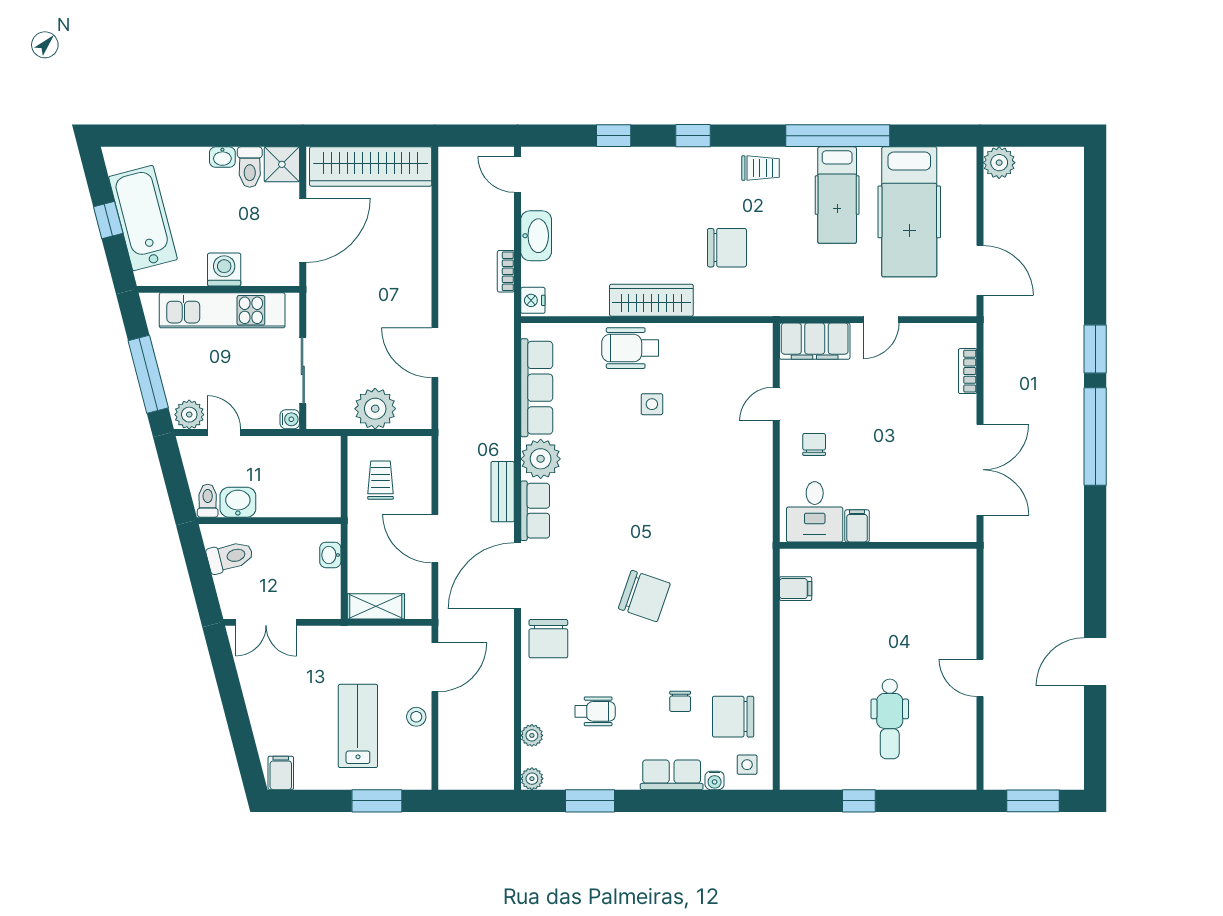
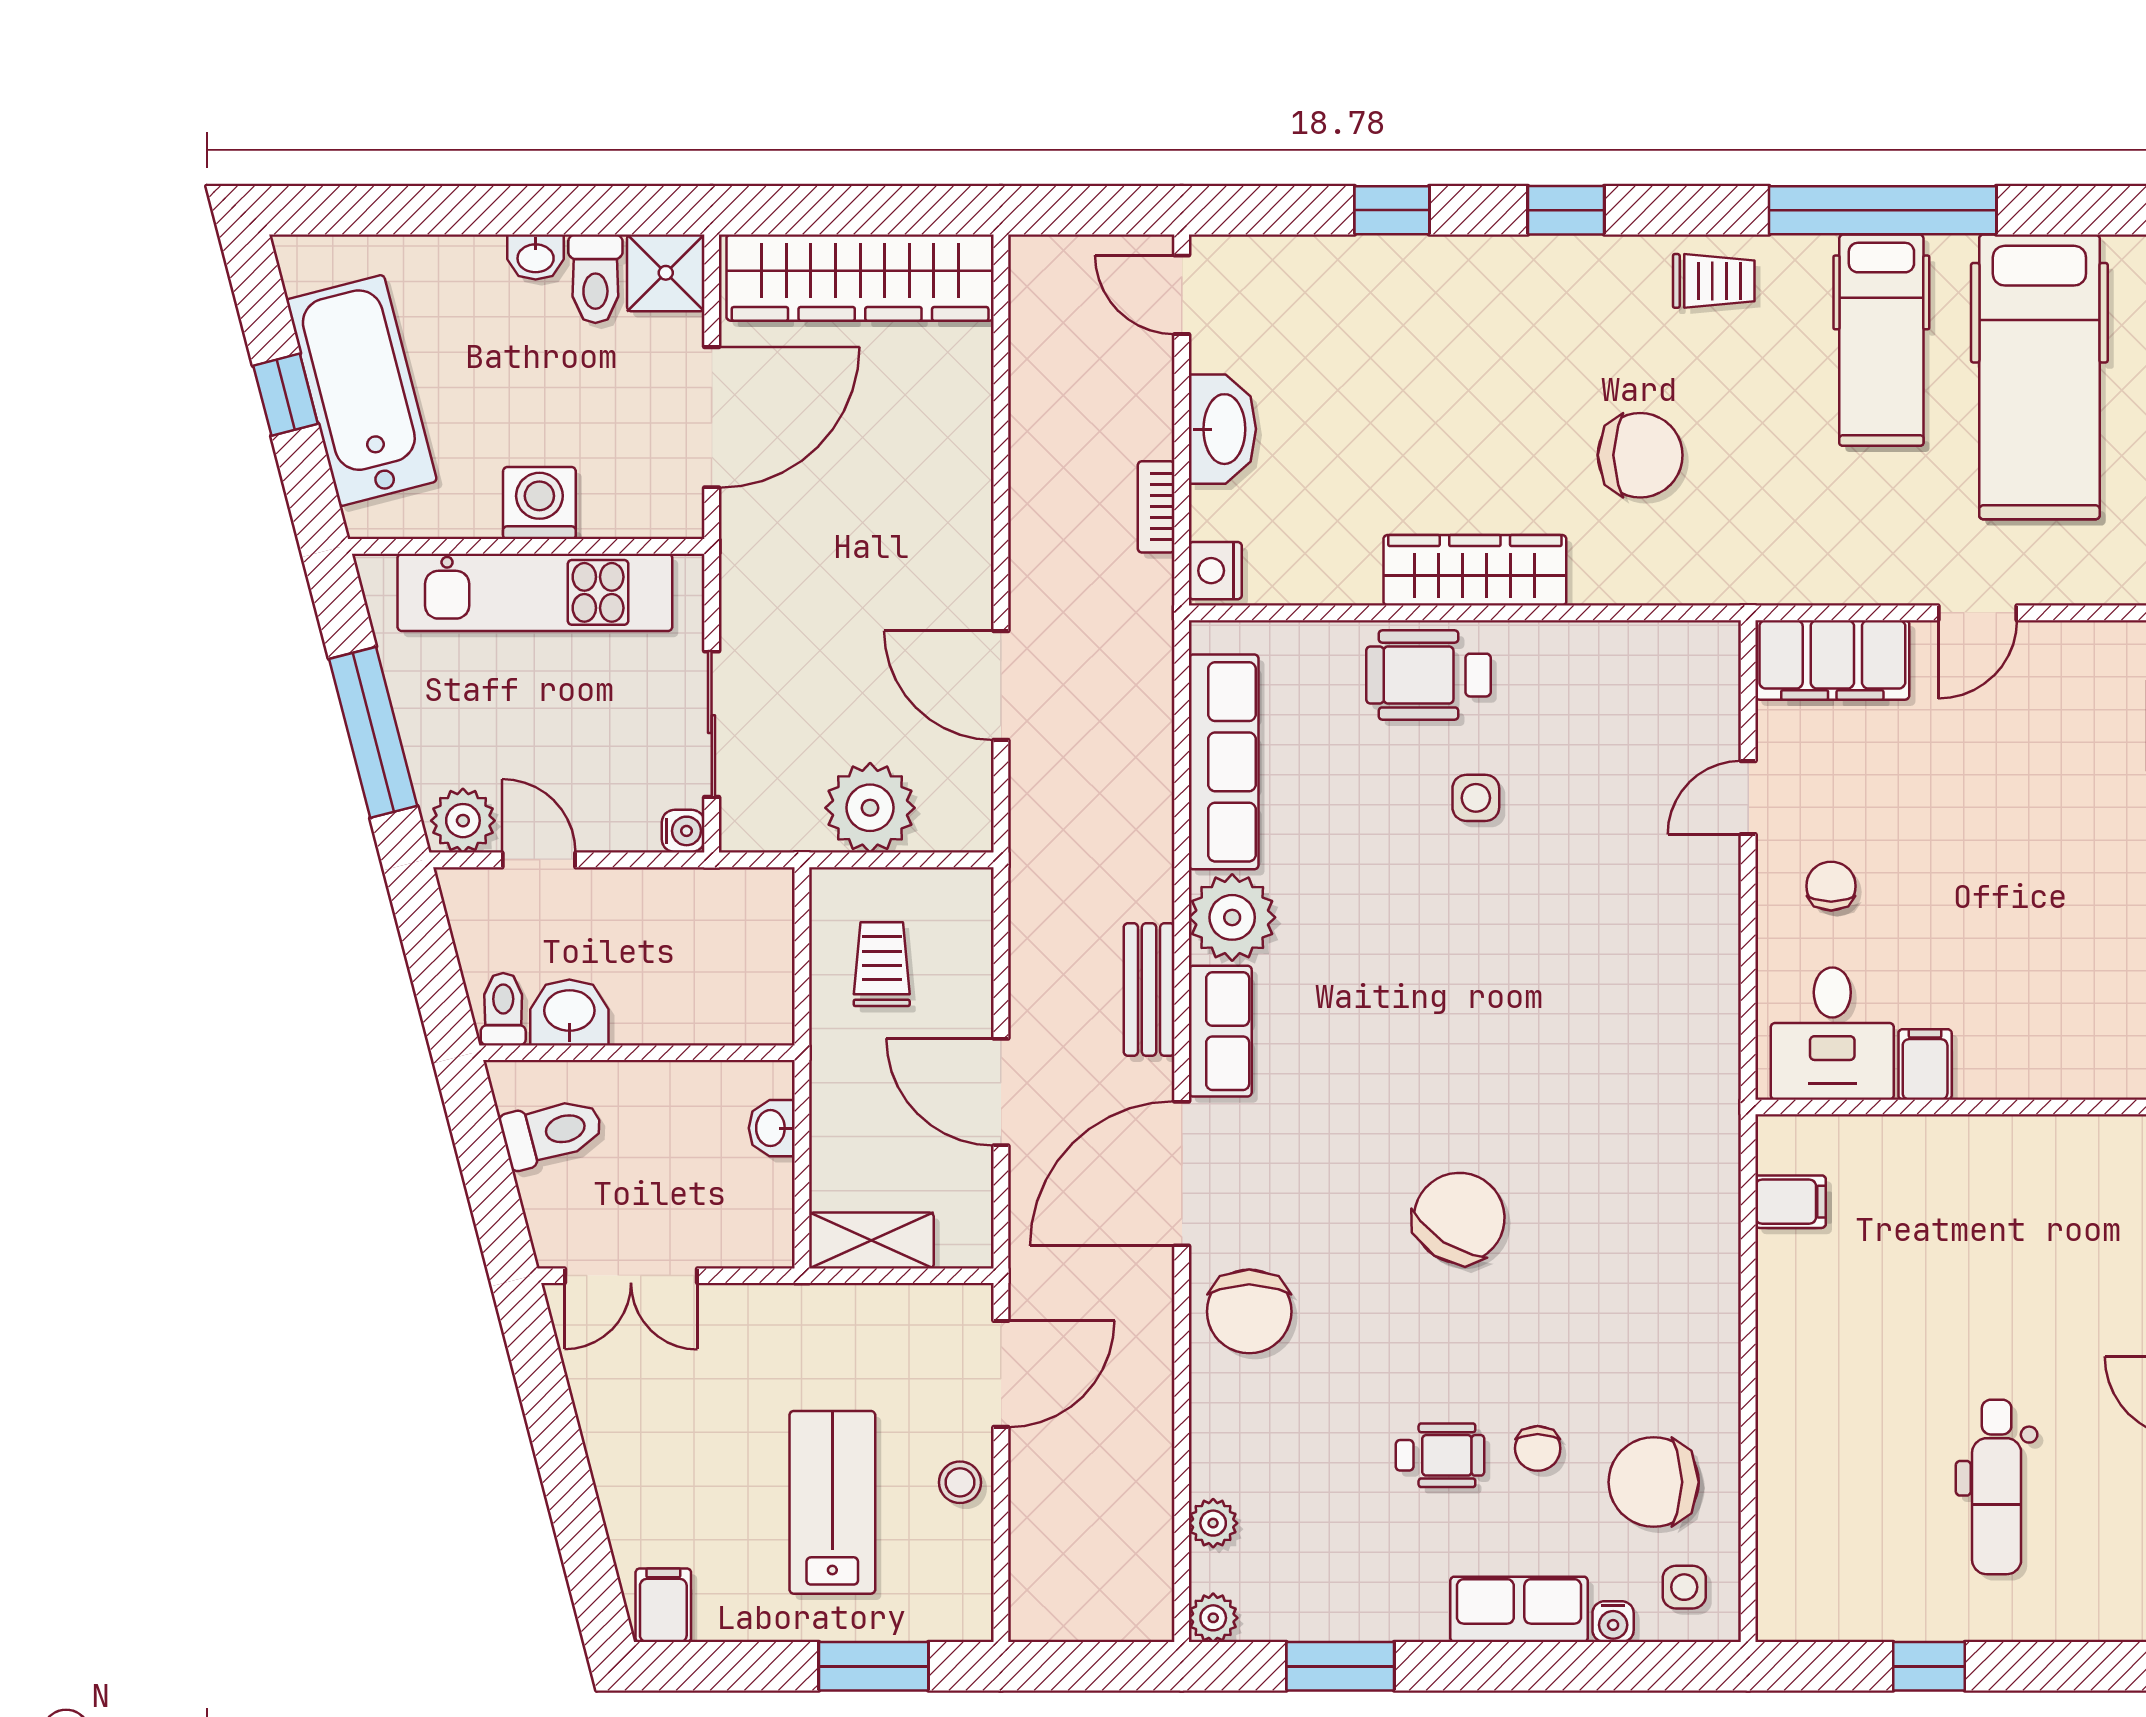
chair: (644, 596) -> (1459, 1218), turned -76
wheelchair: (595, 711) -> (1440, 1455), moved

